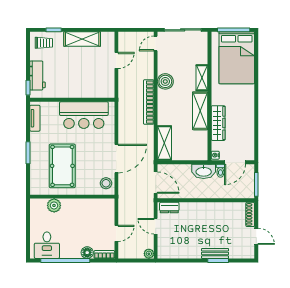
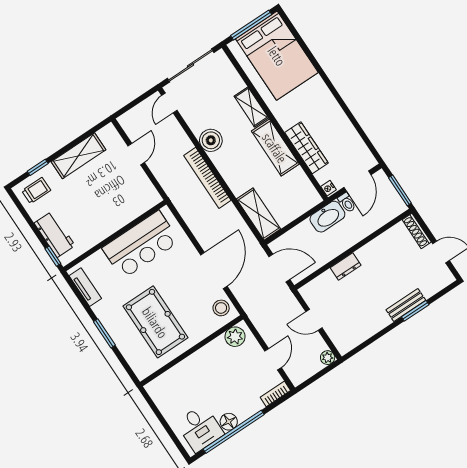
plant: (54, 205) -> (235, 337), moved
dresser: (169, 208) -> (346, 267), moved
floor lamp: (87, 253) -> (229, 422), moved

